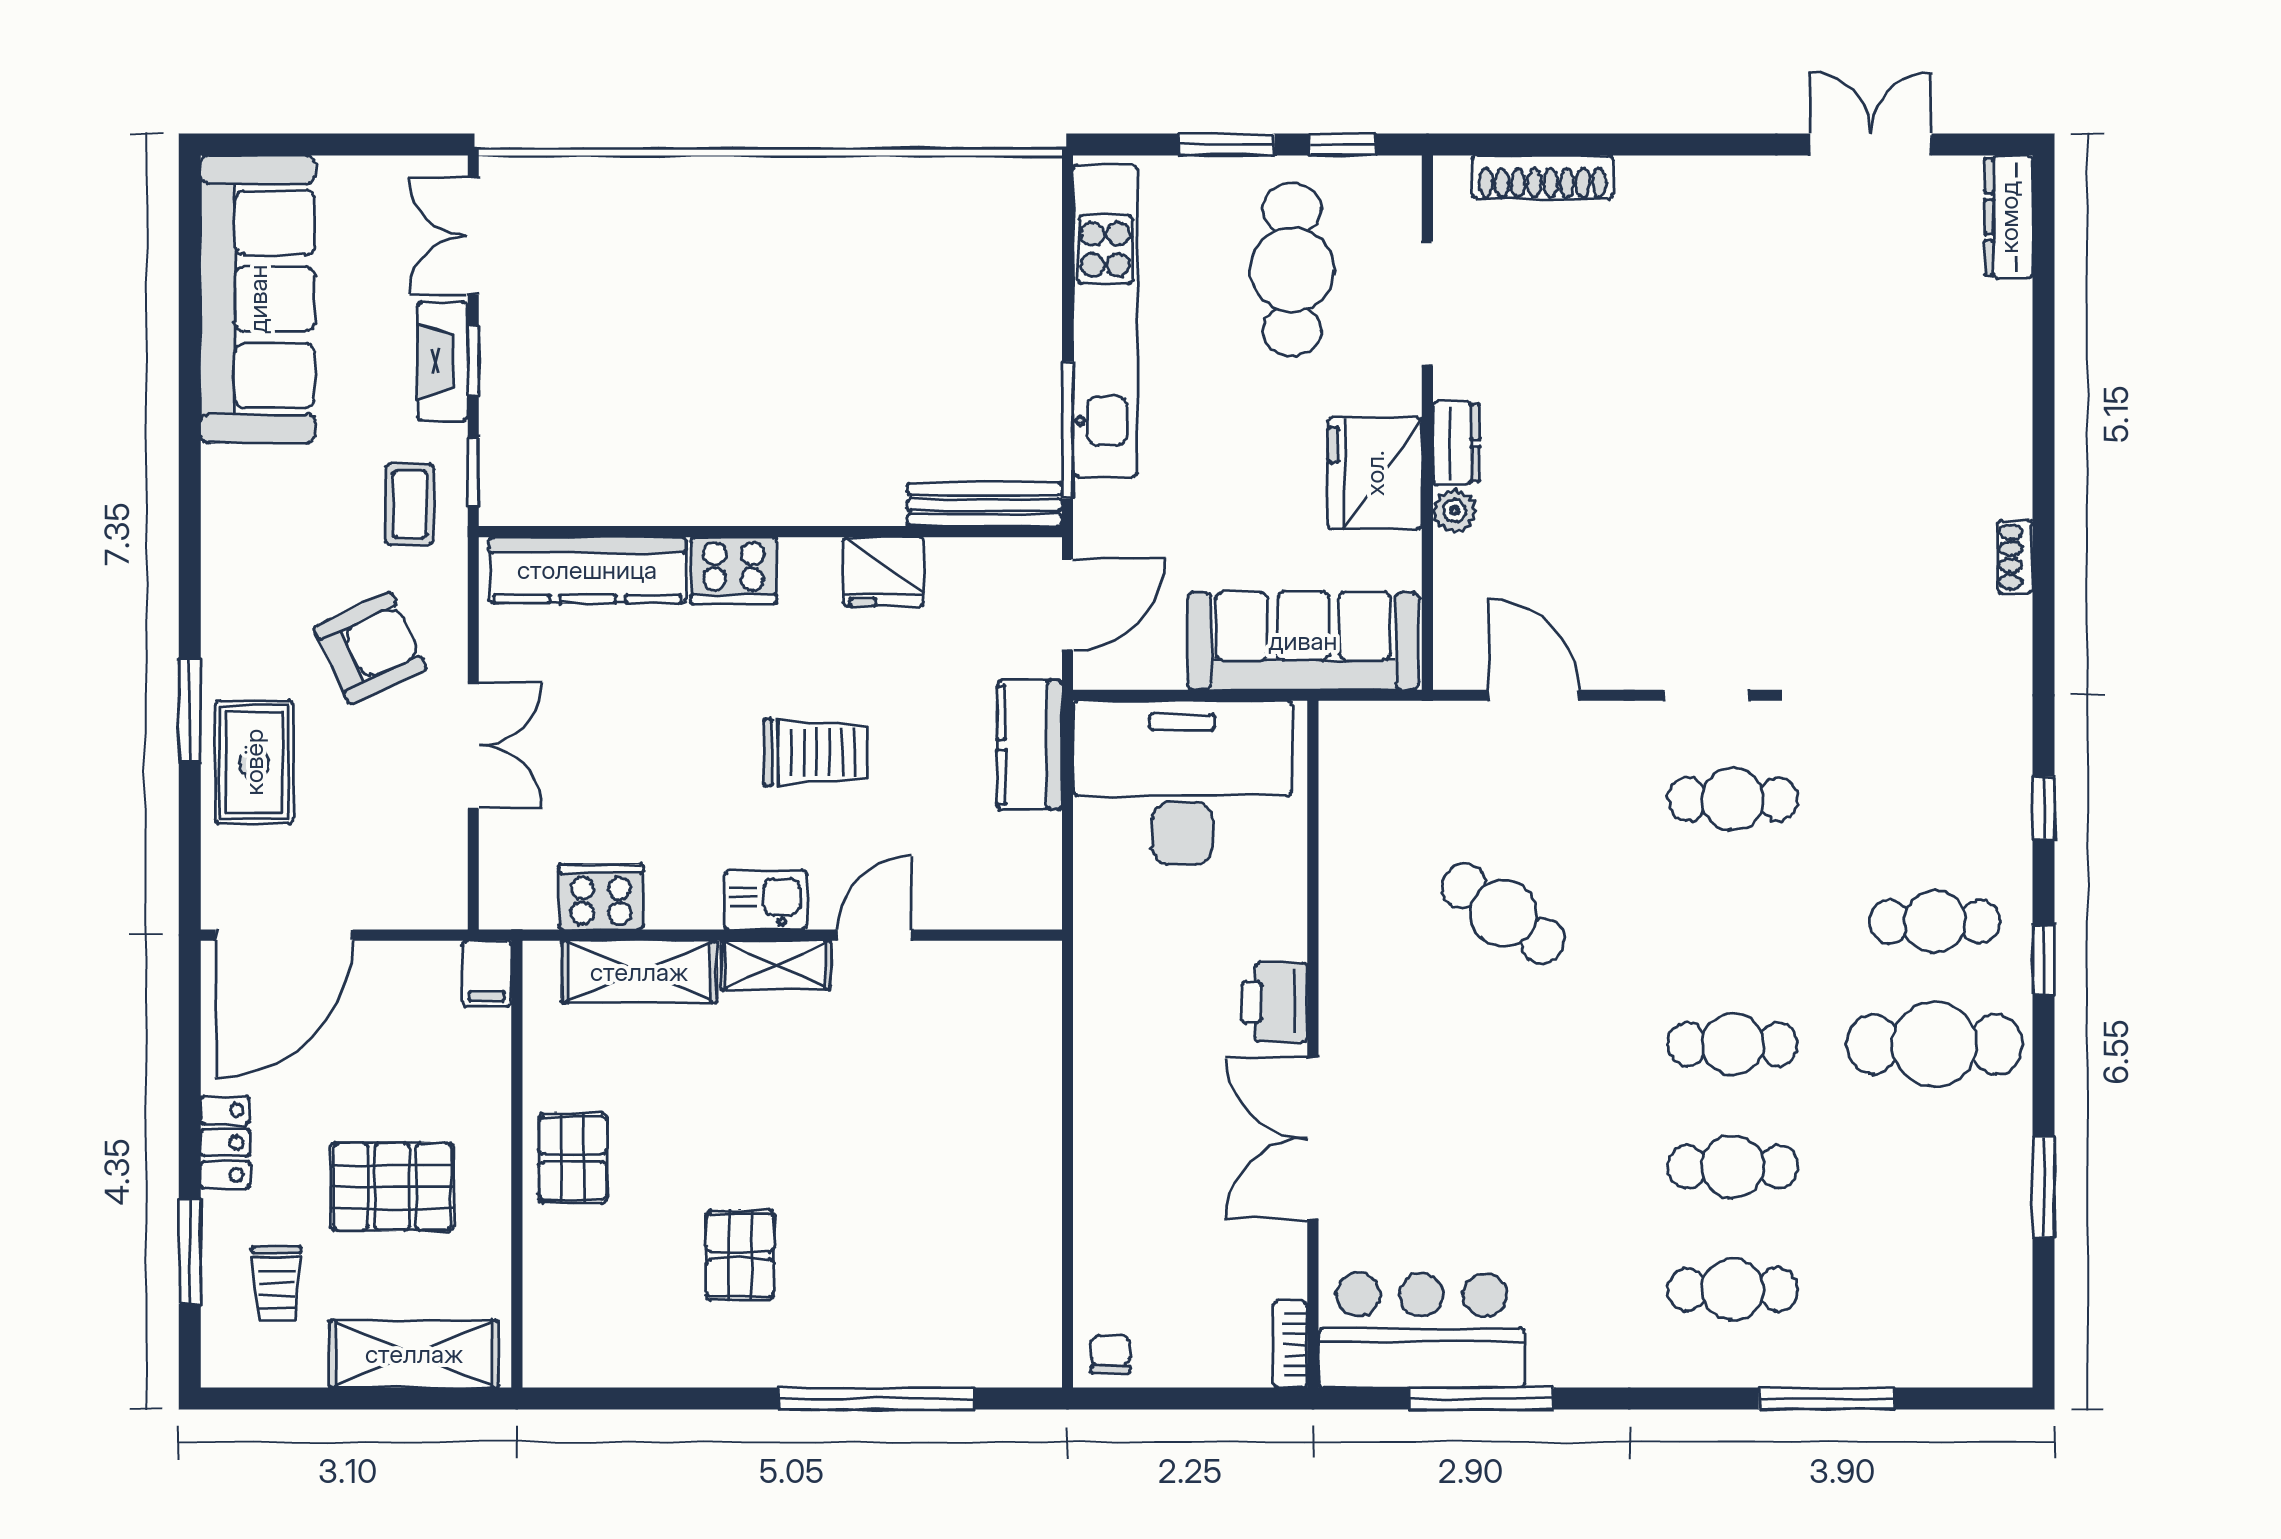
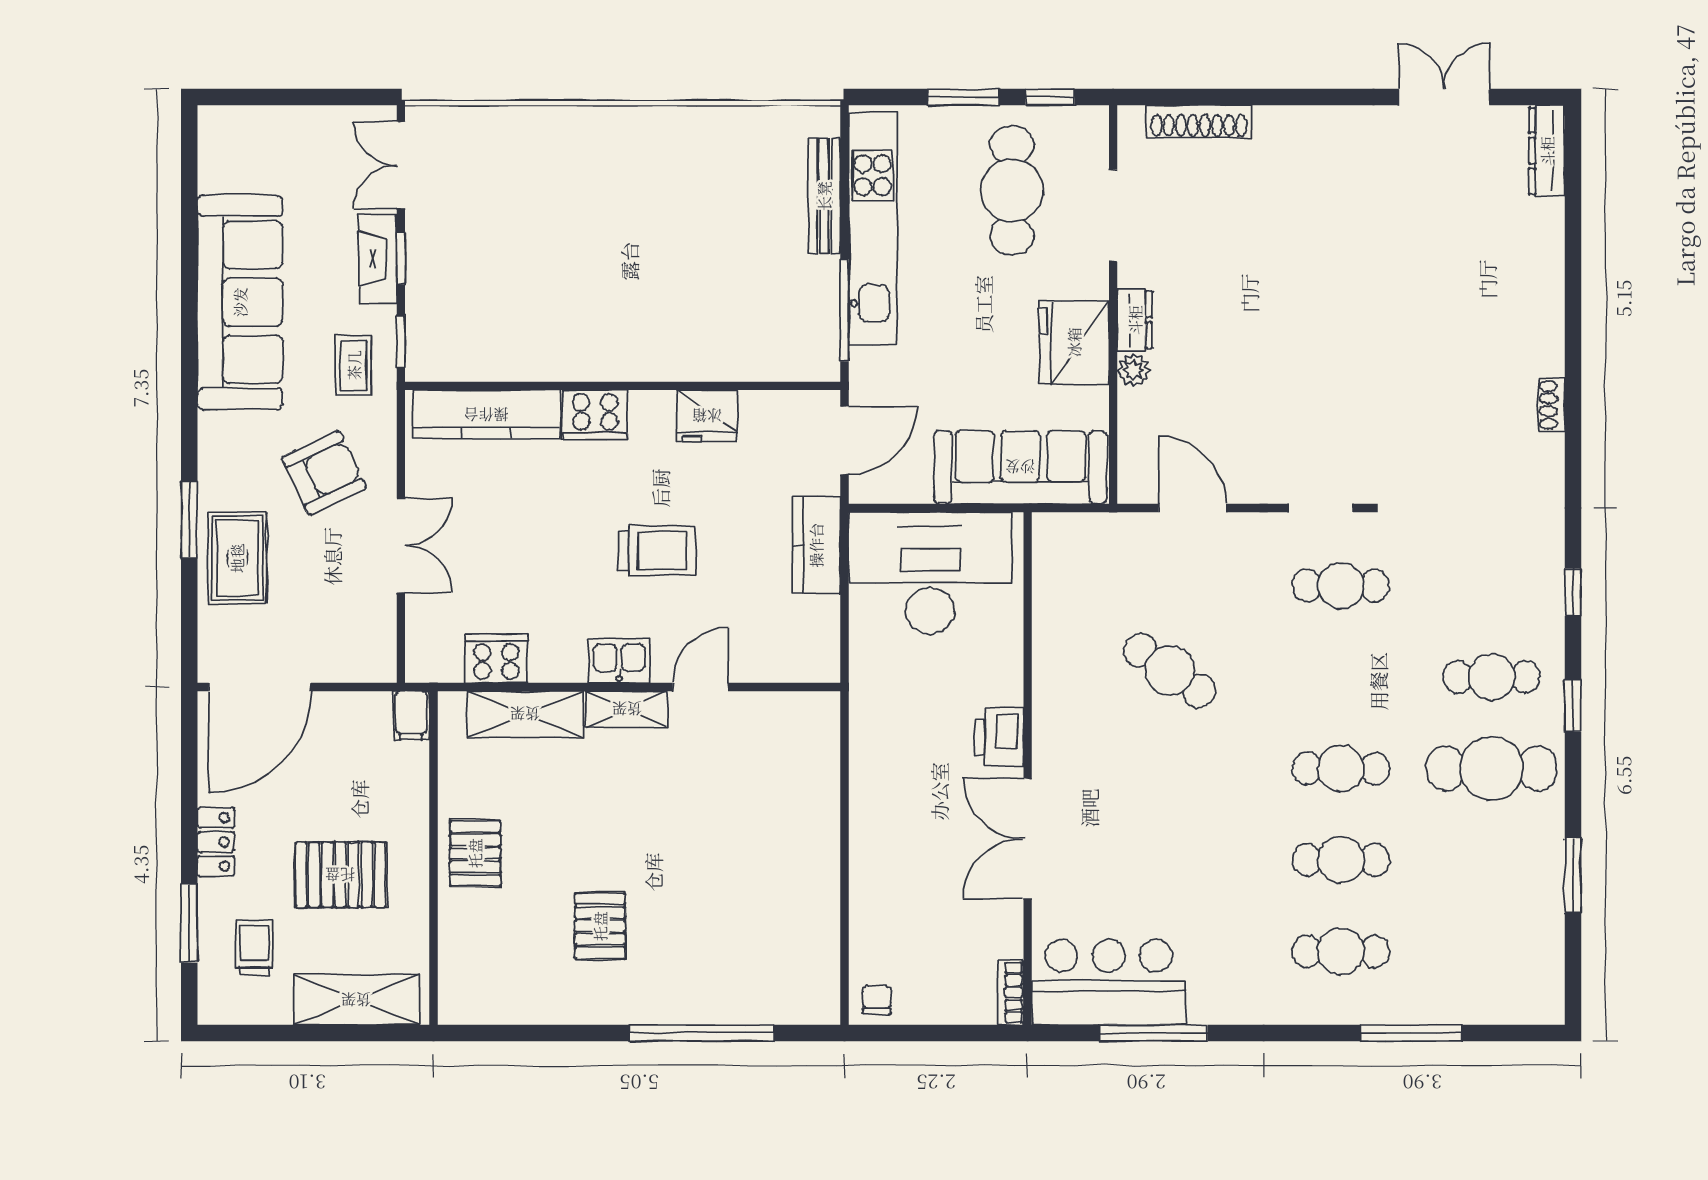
sofa: (258, 299) -> (240, 302), moved
bench: (985, 504) -> (824, 196), moved, turned 90
trolley: (277, 1284) -> (254, 947), turned 180

